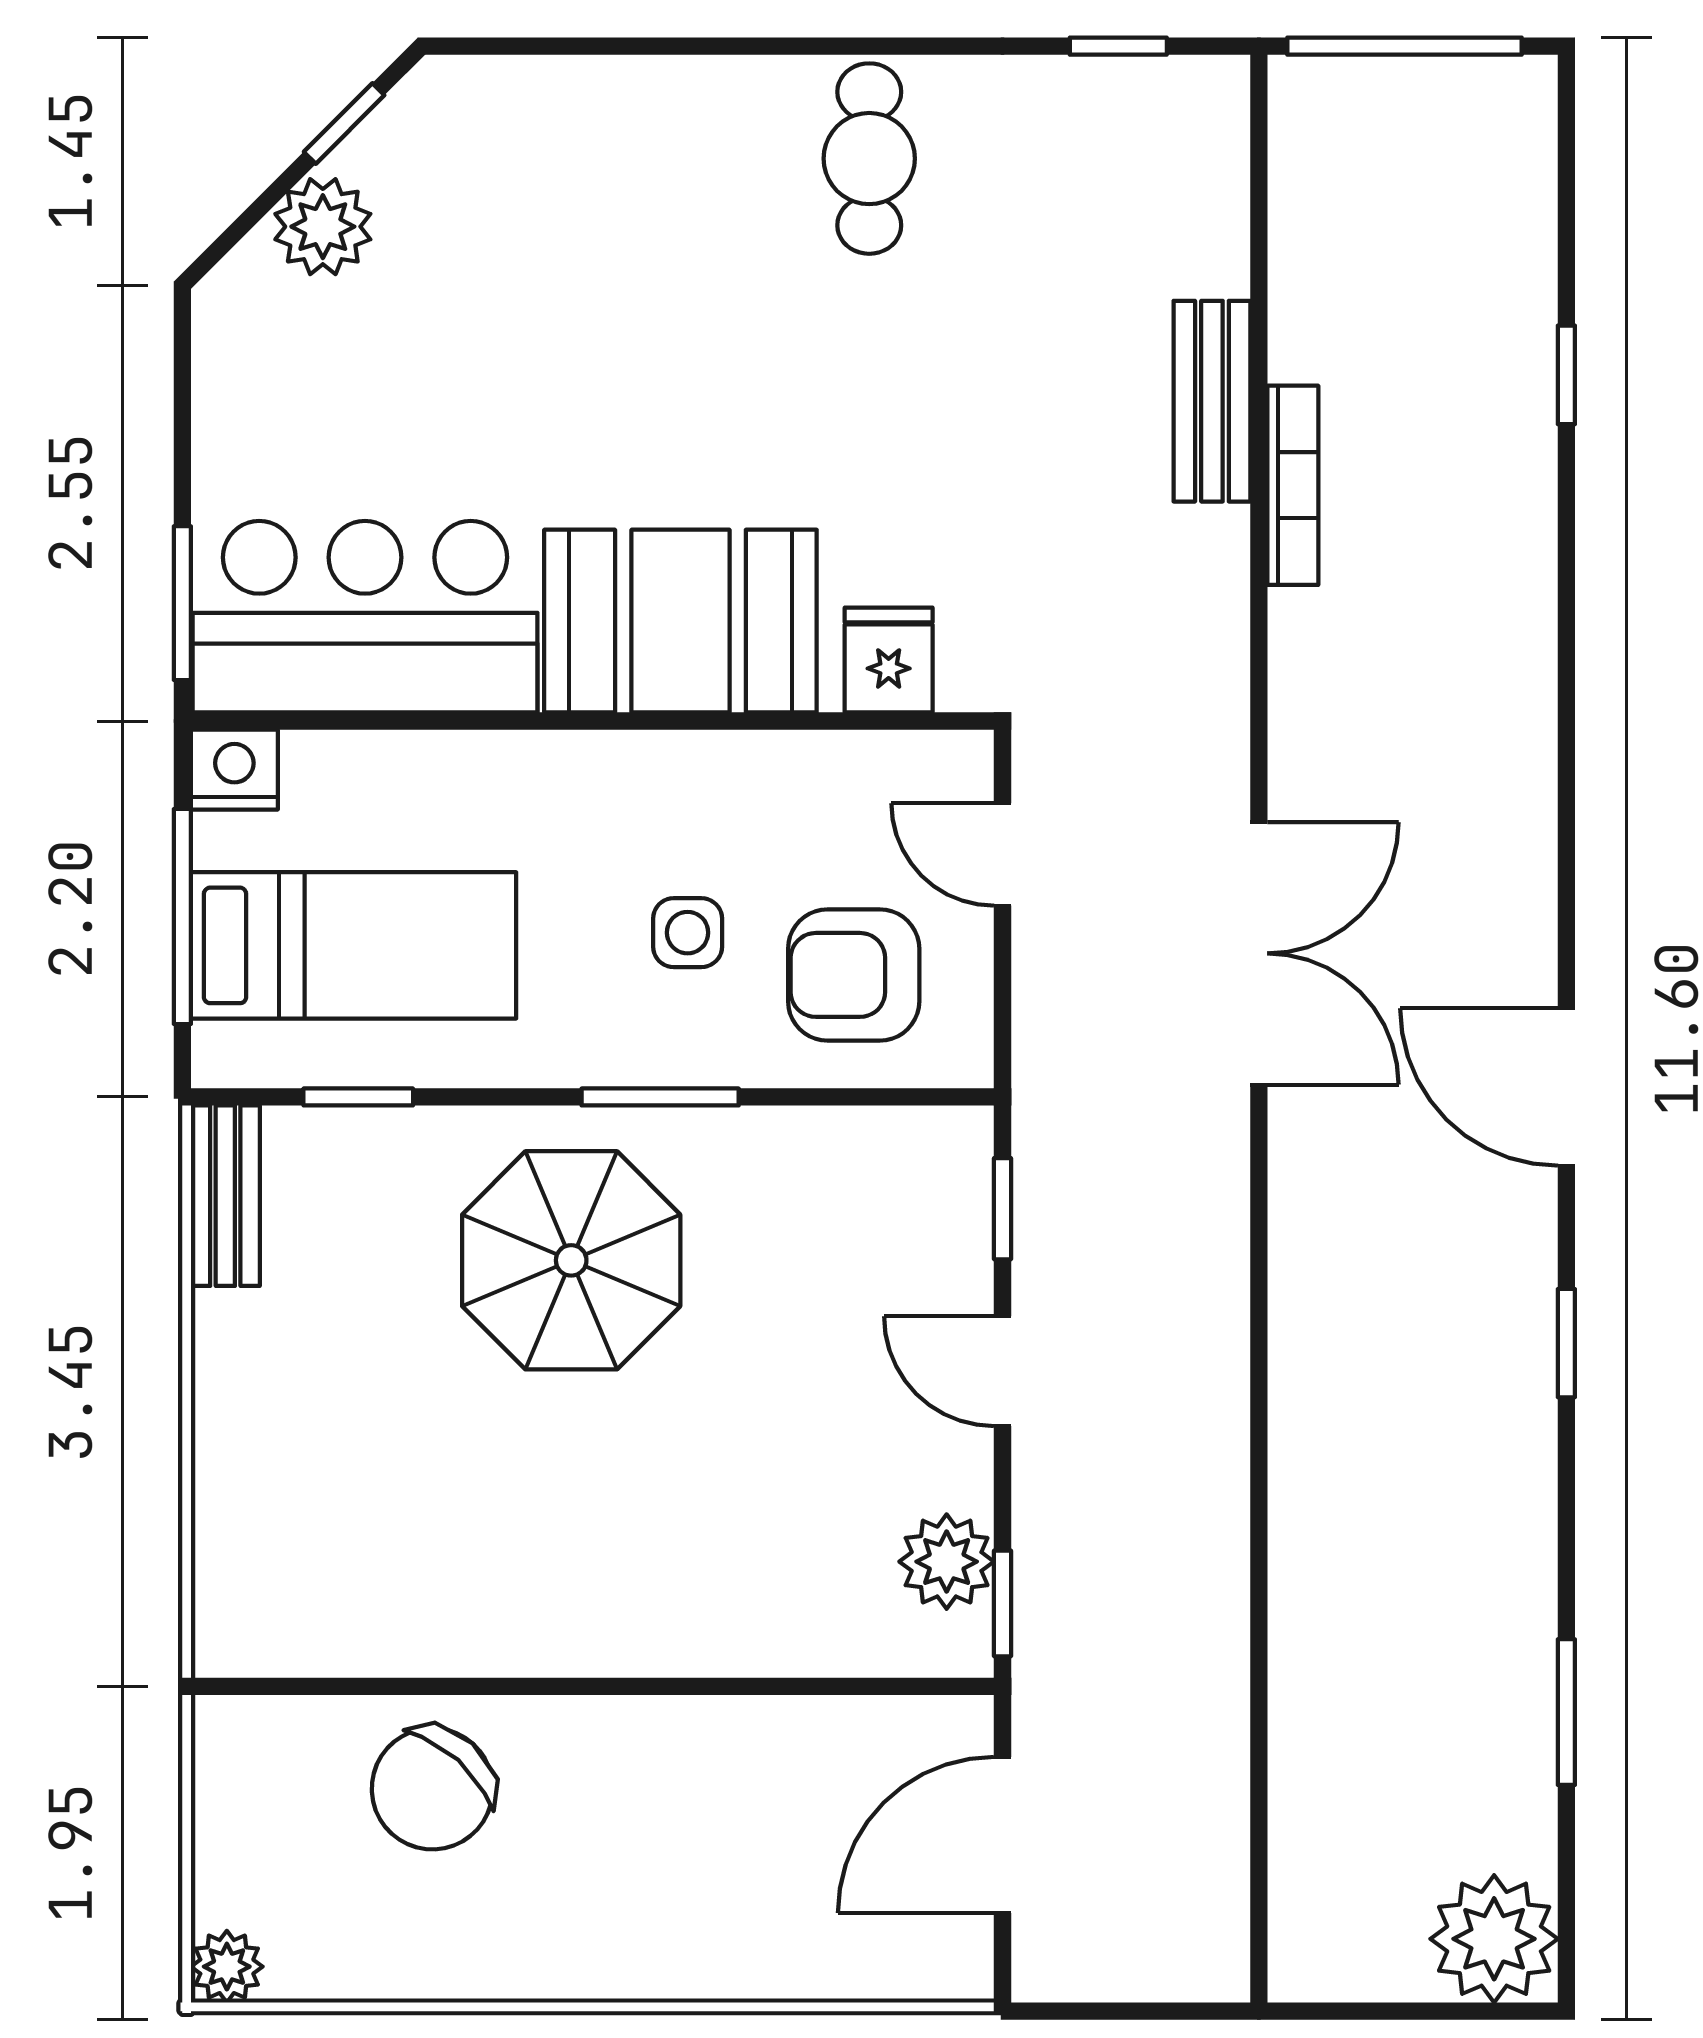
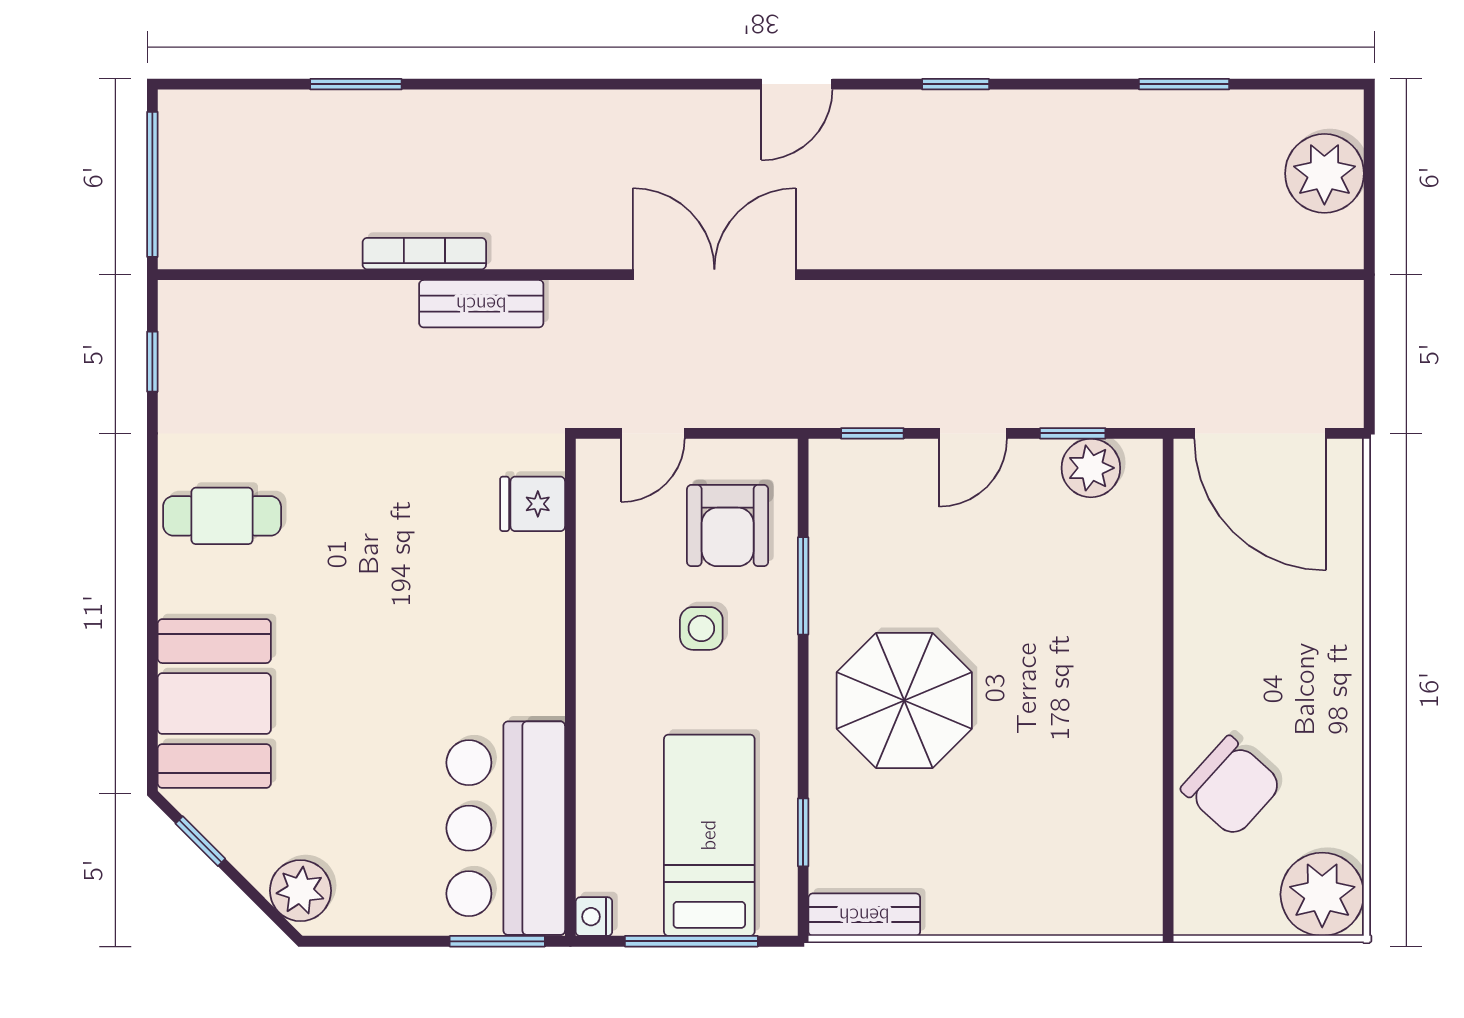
plant: (323, 227) -> (300, 891), moved
window: (1566, 375) -> (356, 84), width x1.50
bench: (1212, 401) -> (481, 304), moved
booth: (680, 621) -> (214, 704), moved
nightstand: (234, 770) -> (594, 917), width x0.72, depth x0.74
door: (1566, 1087) -> (797, 84), width x0.73
window: (660, 1097) -> (803, 586), moved
window: (1002, 1603) -> (1073, 433), moved
door: (1002, 1835) -> (1260, 433), width x1.36
plant: (1494, 1939) -> (1324, 173), moved
plant: (227, 1967) -> (1322, 894), width x1.87, depth x1.87

